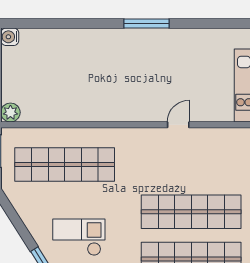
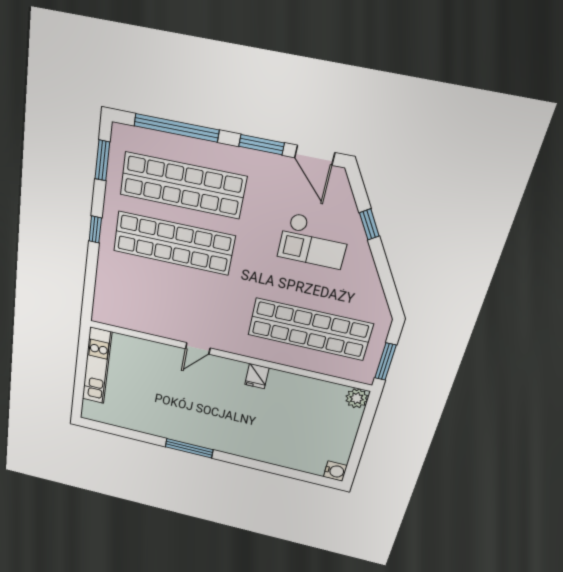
fridge: (99, 112) -> (257, 376), added
door: (178, 125) -> (198, 348), moved

